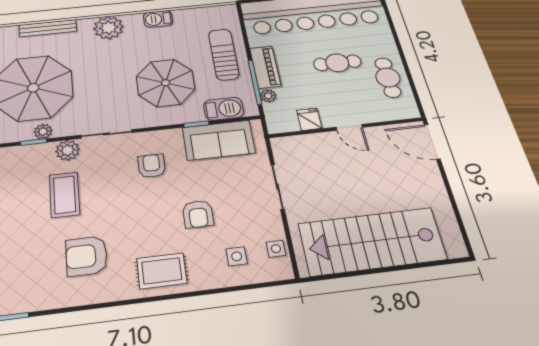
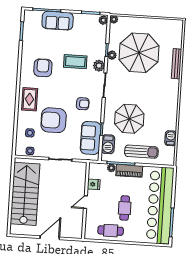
barbecue: (158, 19) -> (171, 138), moved
plant: (109, 28) -> (171, 95), removed
door: (432, 142) -> (50, 238), moved
armchair: (198, 214) -> (54, 120), width x1.88, depth x1.88

